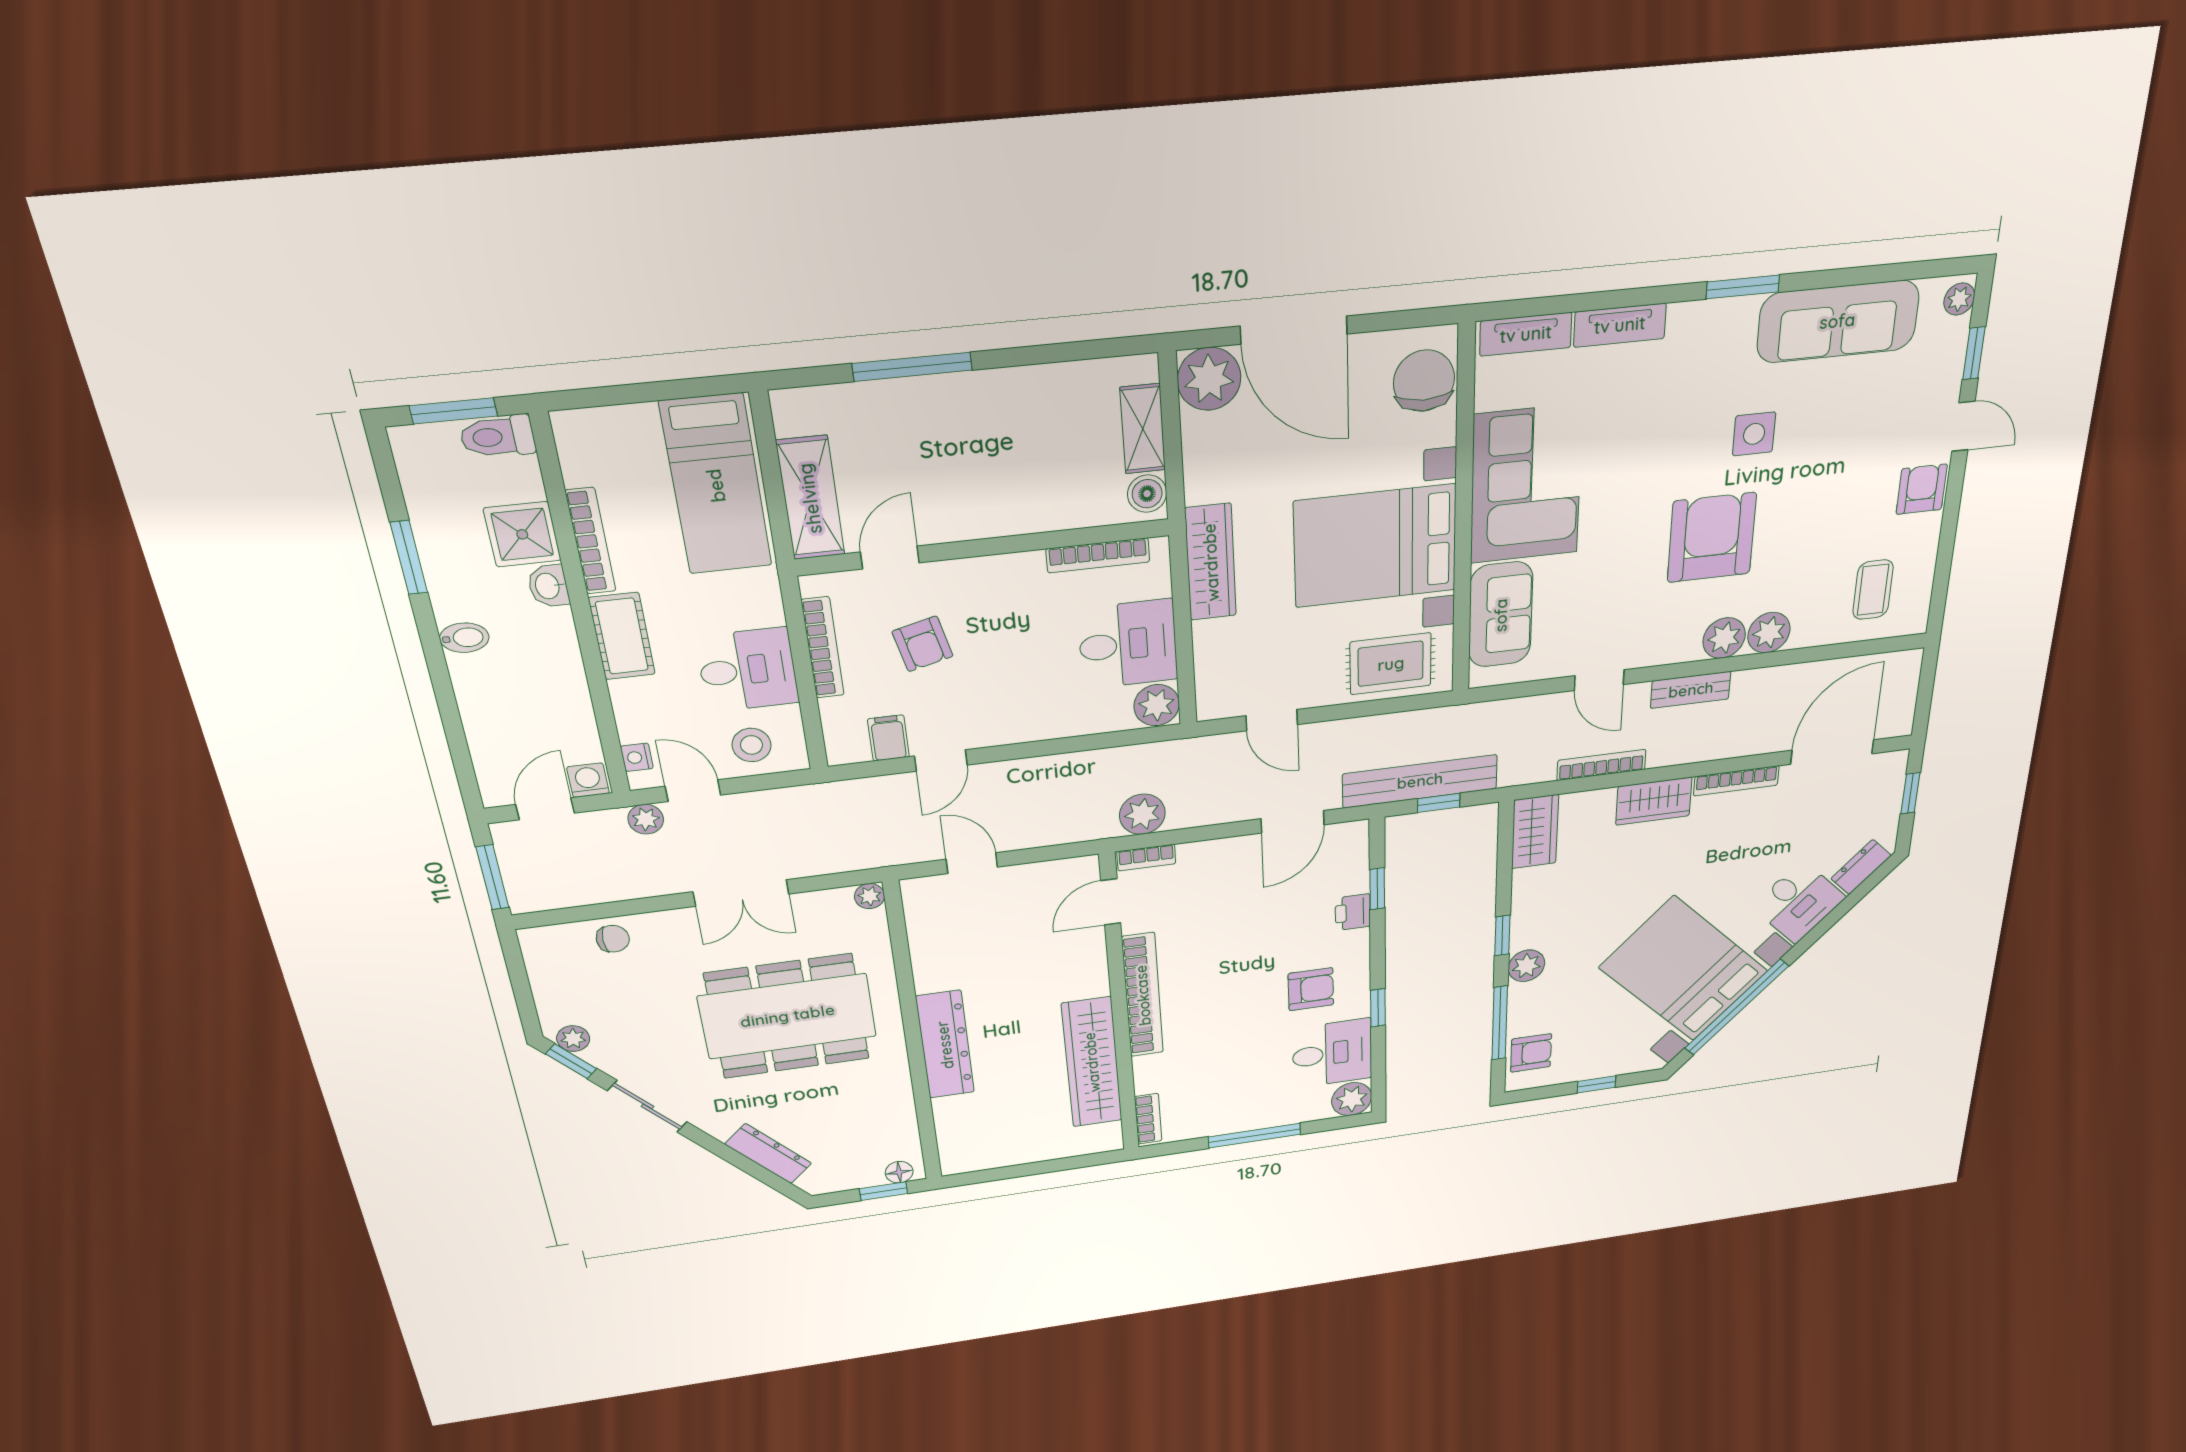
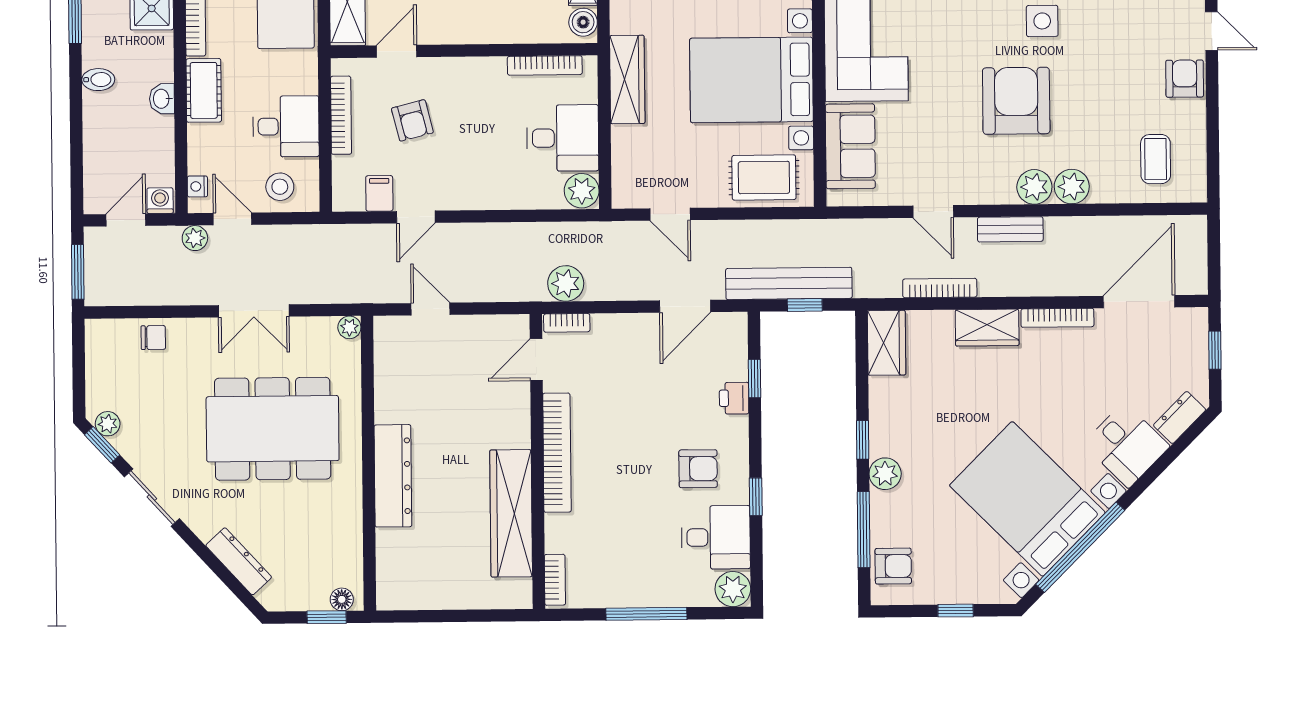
washbasin: (548, 586) -> (162, 99), moved

